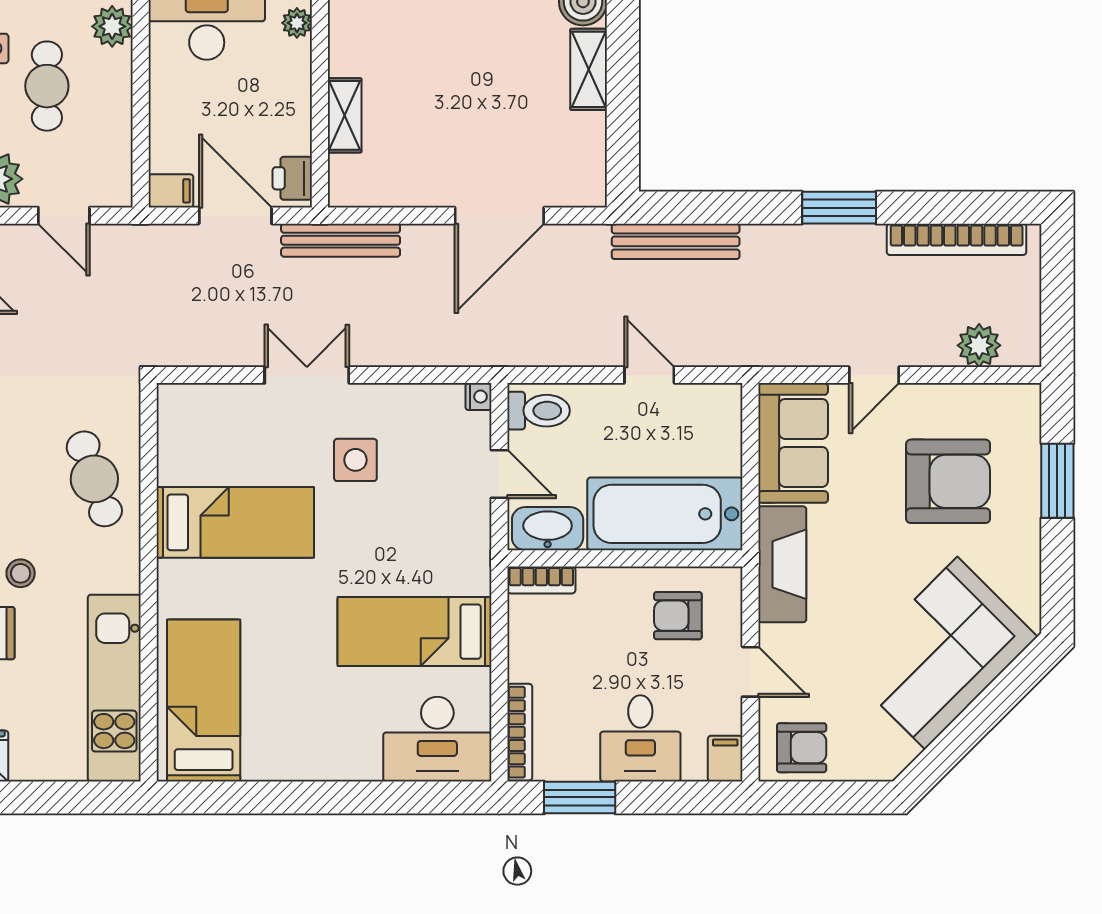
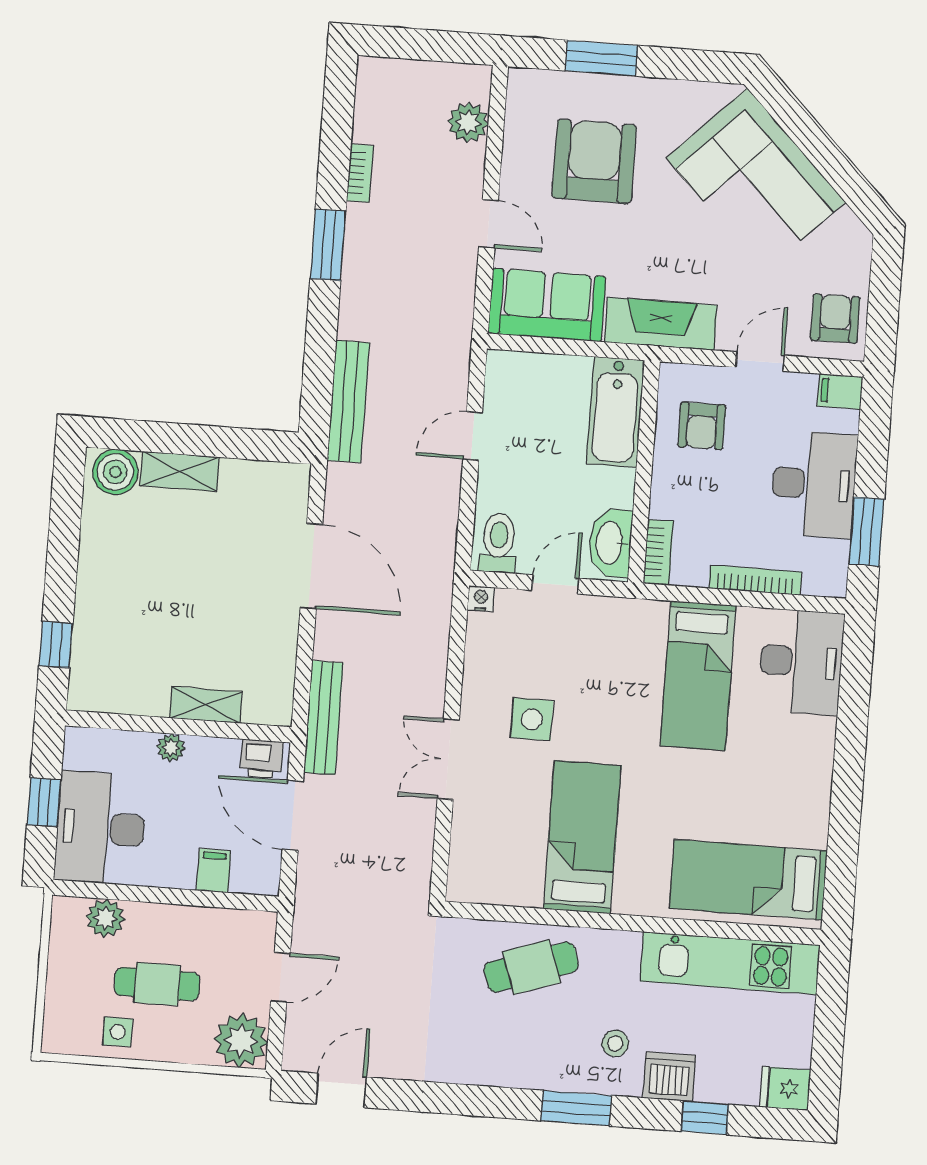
plant: (297, 23) -> (171, 748), moved
filing cabinet: (171, 191) -> (214, 871), moved
door: (235, 216) -> (293, 815), hinge flipped
bookcase: (957, 239) -> (360, 173), width x0.43, depth x0.76
bathtub: (665, 514) -> (615, 412), width x0.73, depth x0.73
bookcase: (520, 732) -> (755, 580), moved
desk: (640, 738) -> (814, 484), width x1.37

